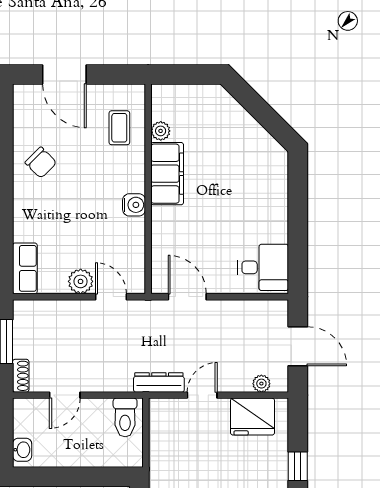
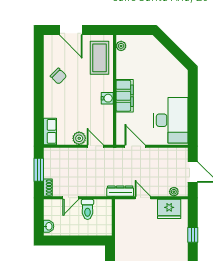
coffee table: (119, 128) -> (100, 58), width x1.86, depth x1.72
plant: (161, 131) -> (121, 46), moved
filing cabinet: (167, 174) -> (125, 96), moved
desk: (263, 267) -> (171, 120), width x1.87, depth x1.30
door: (202, 395) -> (143, 198), hinge flipped
toilet: (125, 417) -> (88, 209), moved

